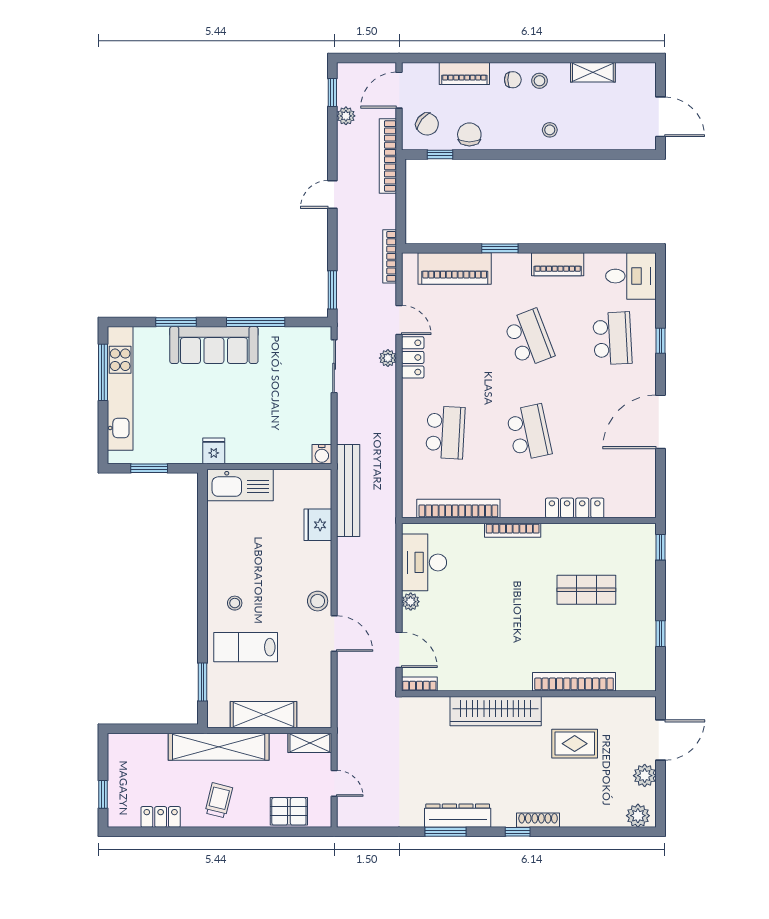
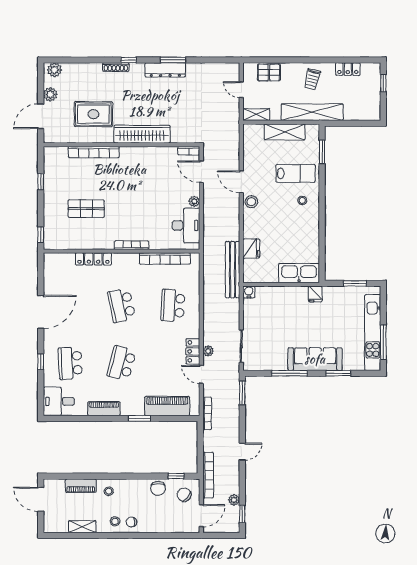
piano: (464, 73) -> (81, 486), moved, turned 180
school desk: (529, 338) -> (122, 363), turned 36
rug: (575, 744) -> (93, 114), width x1.36, depth x1.43

